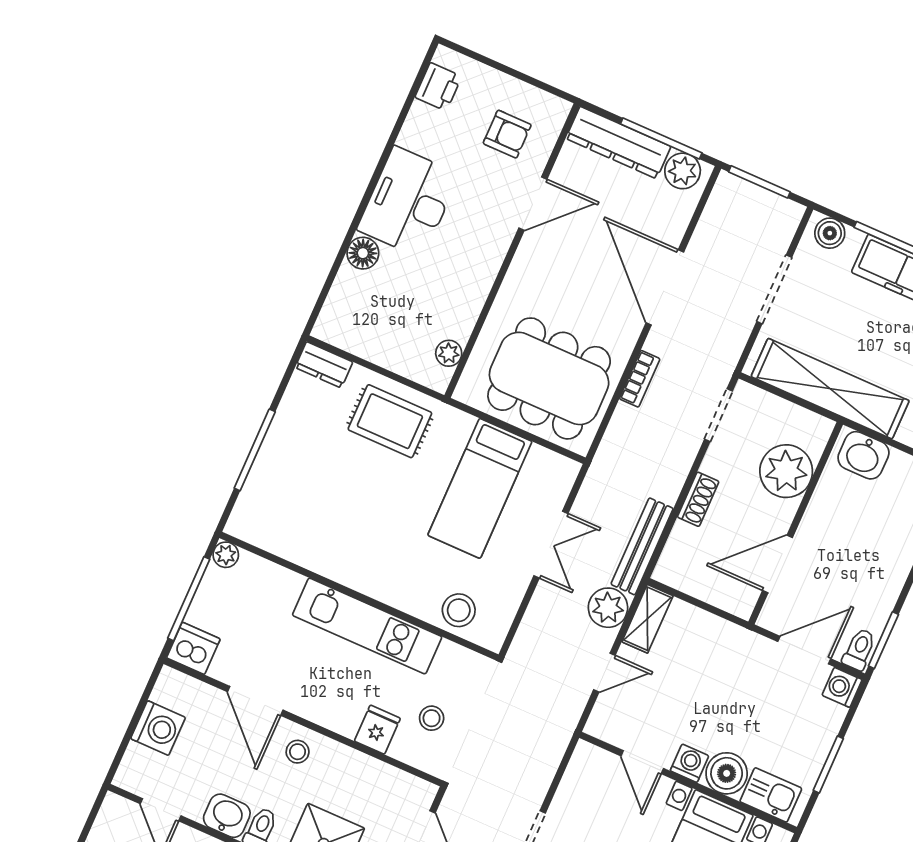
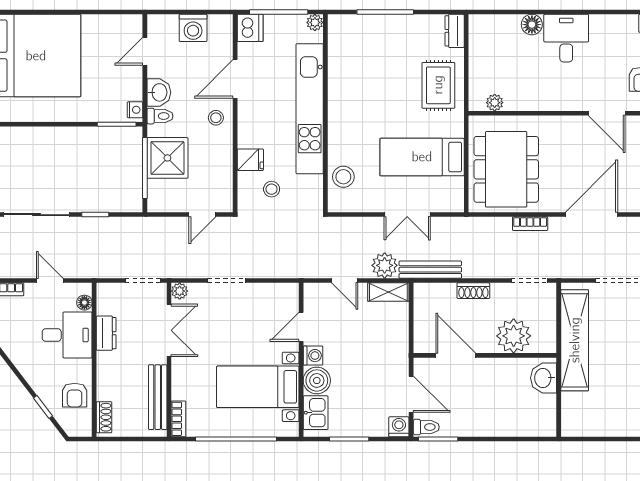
desk: (408, 202) -> (566, 38), width x0.73
kitchen unit: (367, 626) -> (310, 109), width x1.36

